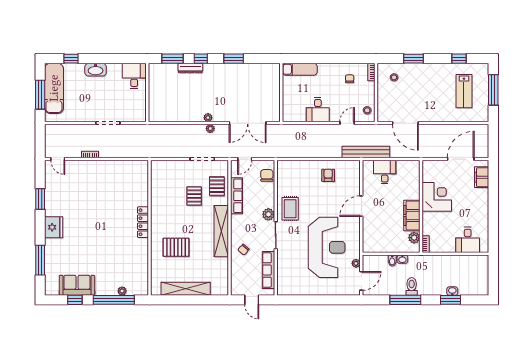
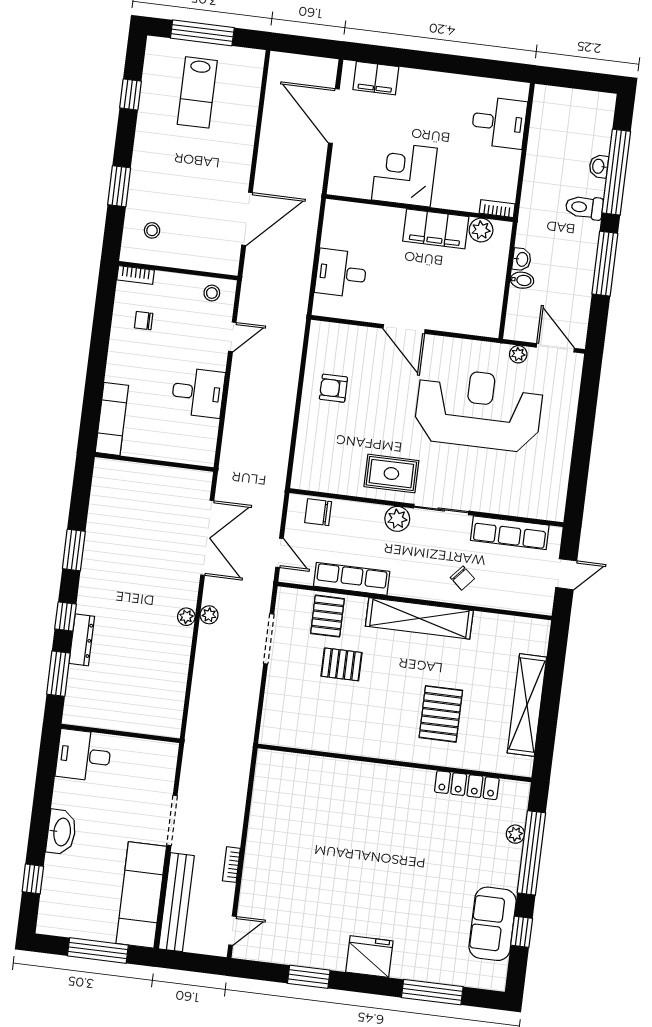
exam couch: (54, 88) -> (141, 895), moved, turned -90
lab bench: (464, 91) -> (197, 92), turned 90
door: (347, 123) -> (232, 337), swing flipped
bench: (366, 152) -> (176, 902), moved
pallet: (217, 186) -> (327, 616), turned 90
locker: (143, 222) -> (467, 785), moved
toilet: (412, 286) -> (584, 207), moved
window: (451, 300) -> (616, 172), width x2.11

